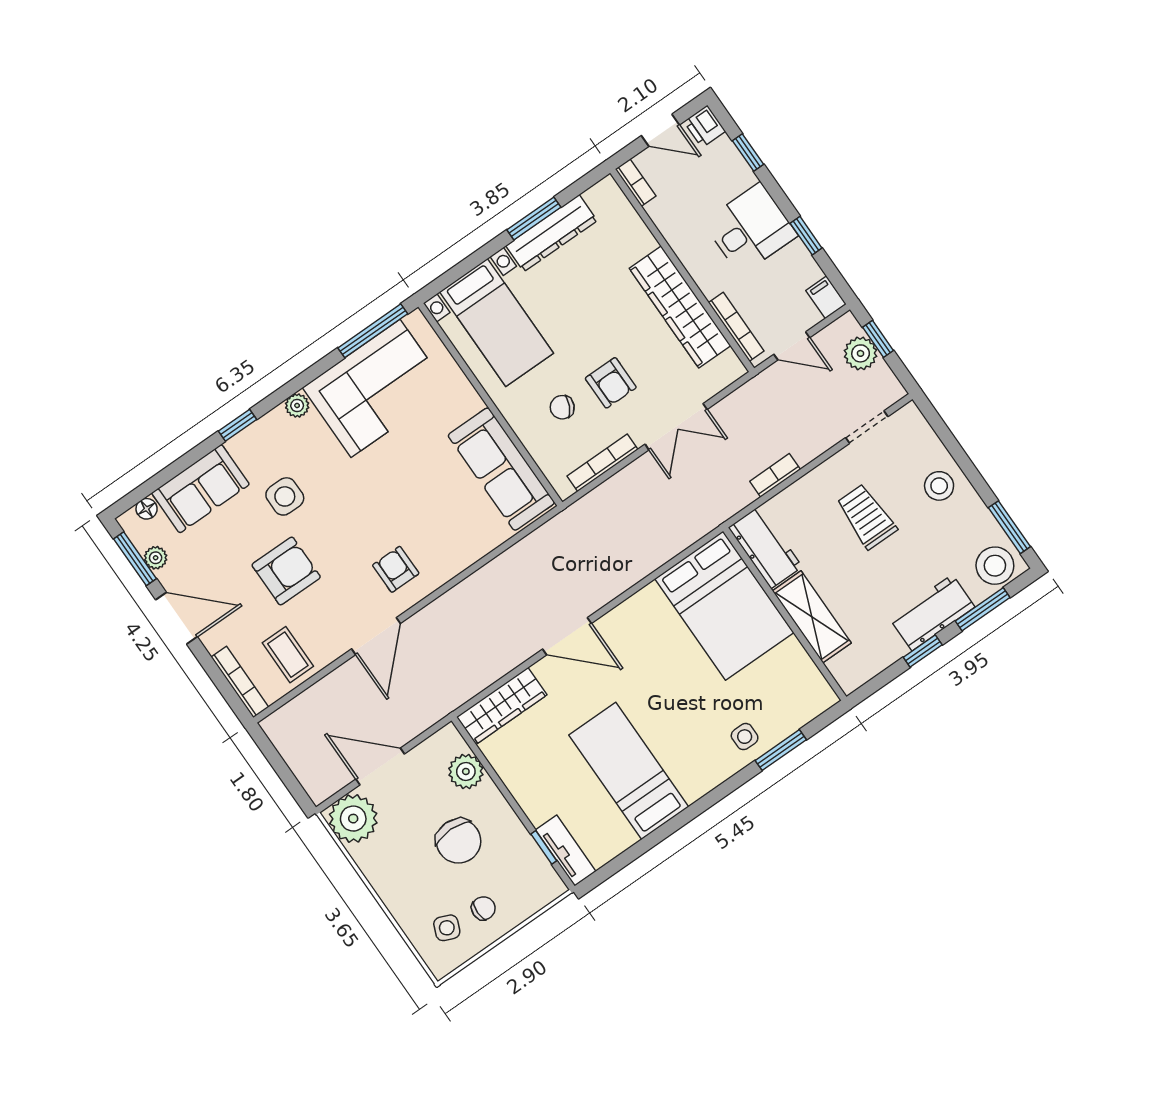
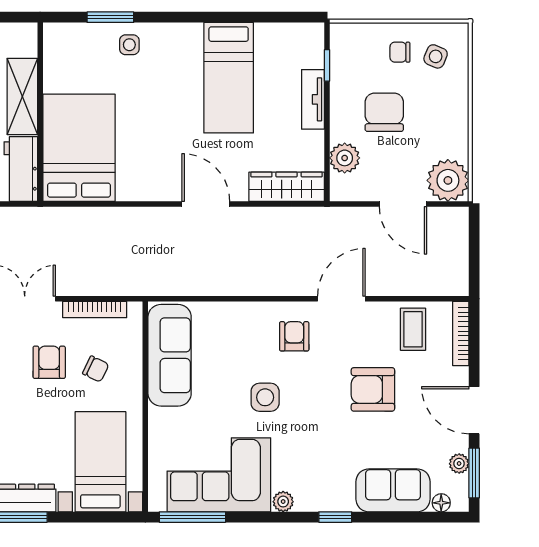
side table: (285, 496) -> (265, 397), moved
armchair: (396, 569) -> (294, 336), turned 180
tv unit: (566, 851) -> (313, 99), moved

